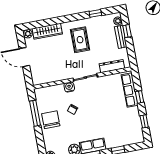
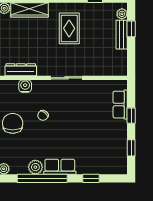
dresser: (112, 66) -> (21, 70), moved
water cooler: (69, 87) -> (25, 86), moved
row of seats: (130, 90) -> (120, 105), width x0.68

